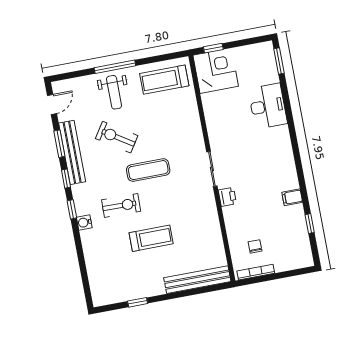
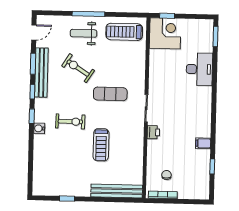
weight bench: (114, 92) -> (84, 33), turned 90
exercise mat: (148, 170) -> (110, 94), moved
treadmill: (151, 238) -> (101, 145), moved, turned 90

